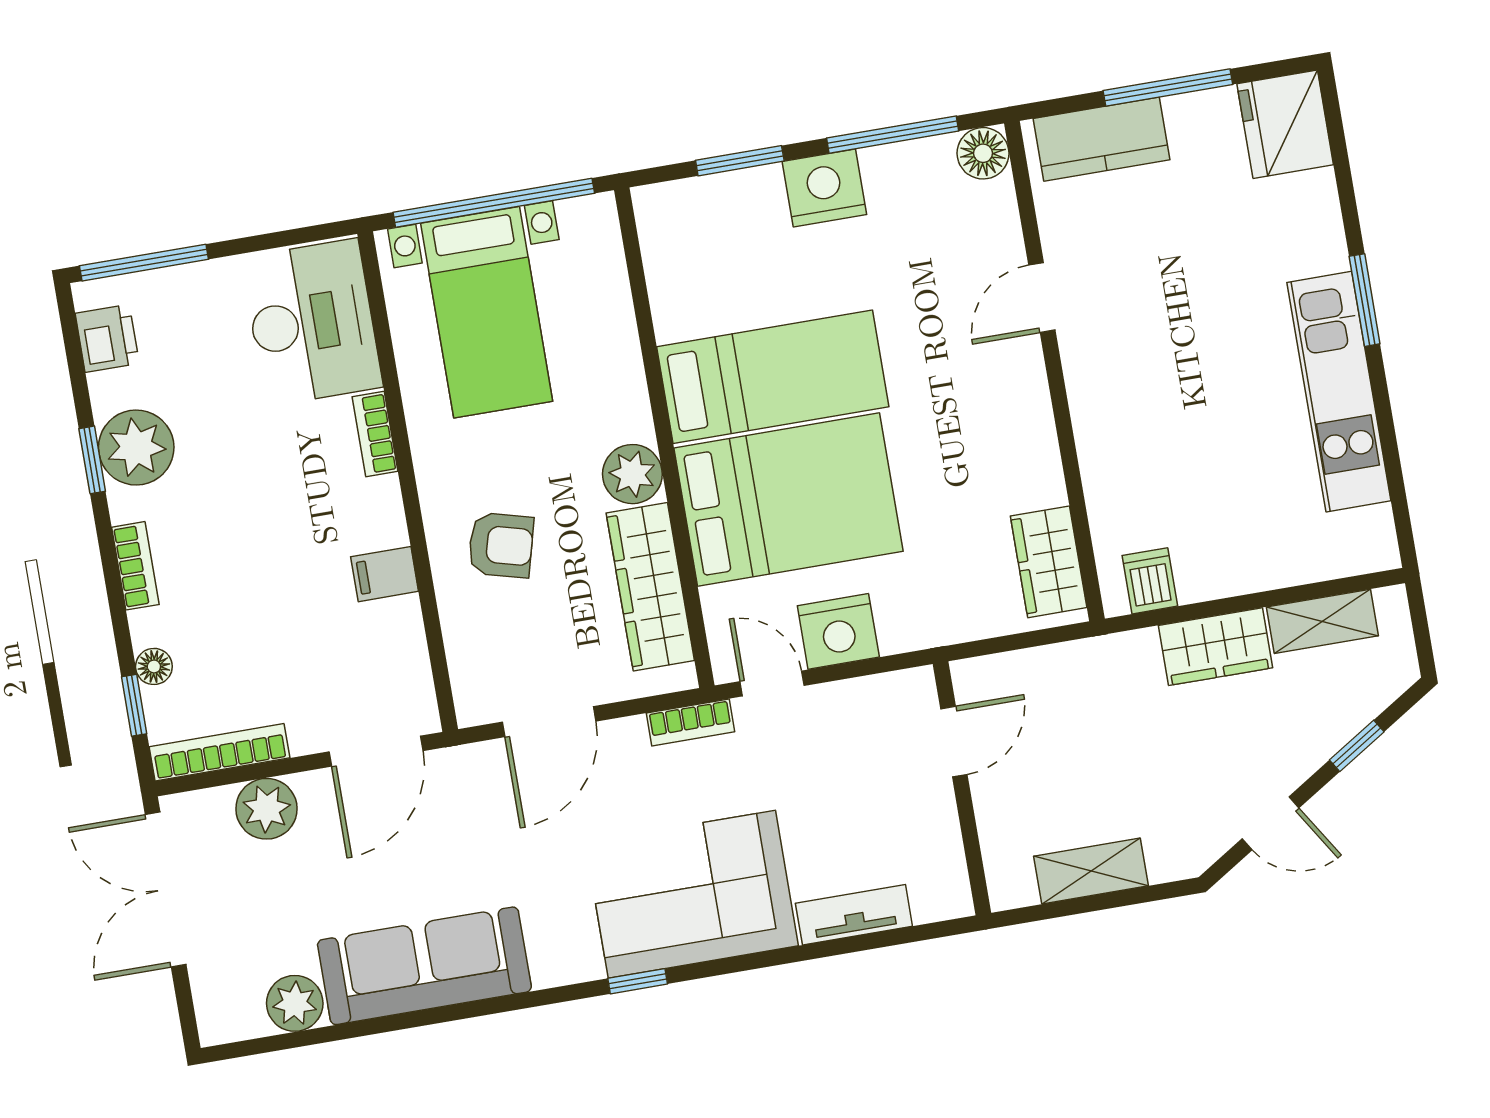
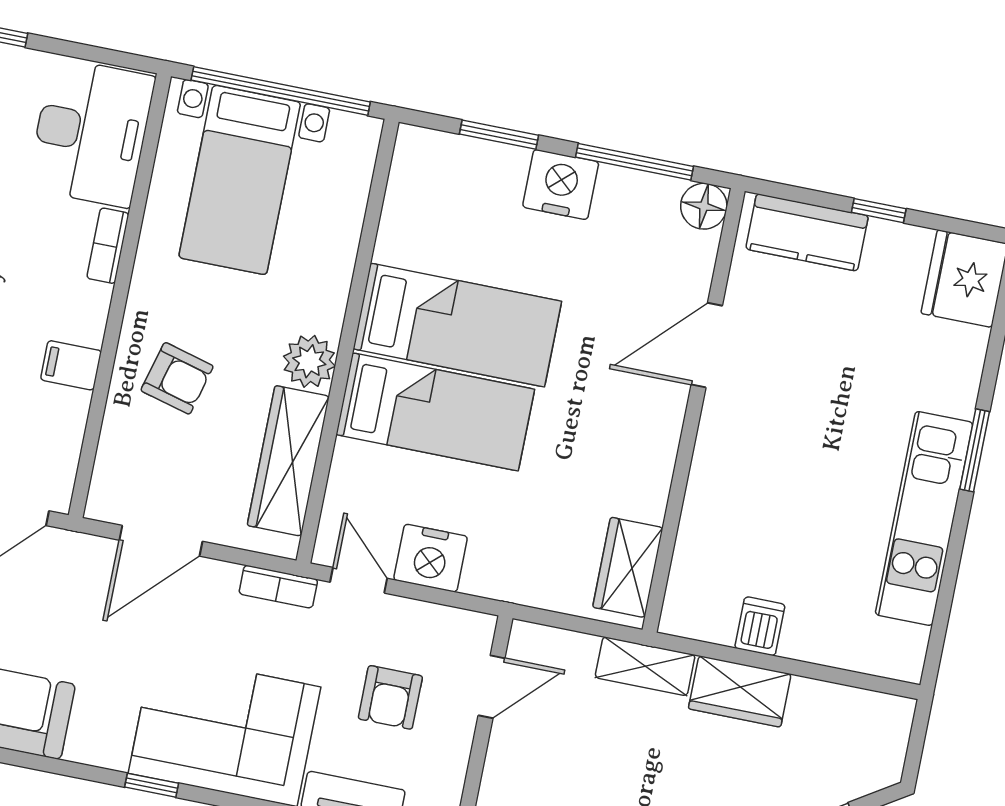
window: (1168, 88) -> (879, 211), width x0.46
door: (1042, 298) -> (707, 345), width x1.38
bed: (788, 500) -> (435, 412), width x0.67
dishwasher: (1150, 581) -> (760, 626), moved
shelving: (1322, 621) -> (645, 666), moved
armchair: (852, 793) -> (390, 697), added

